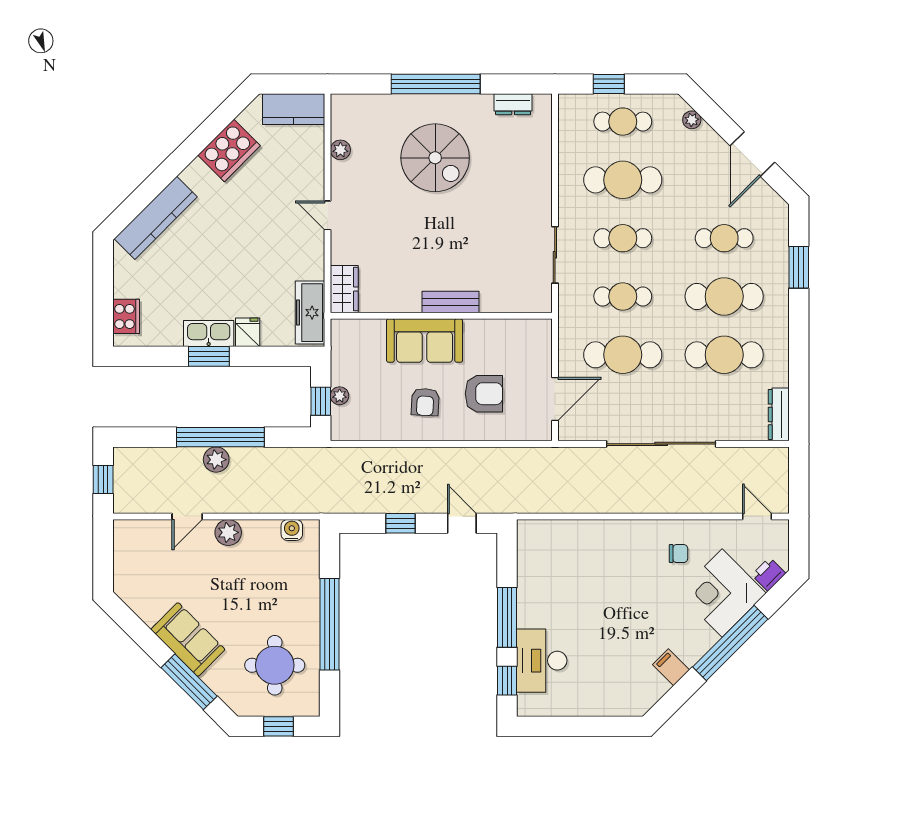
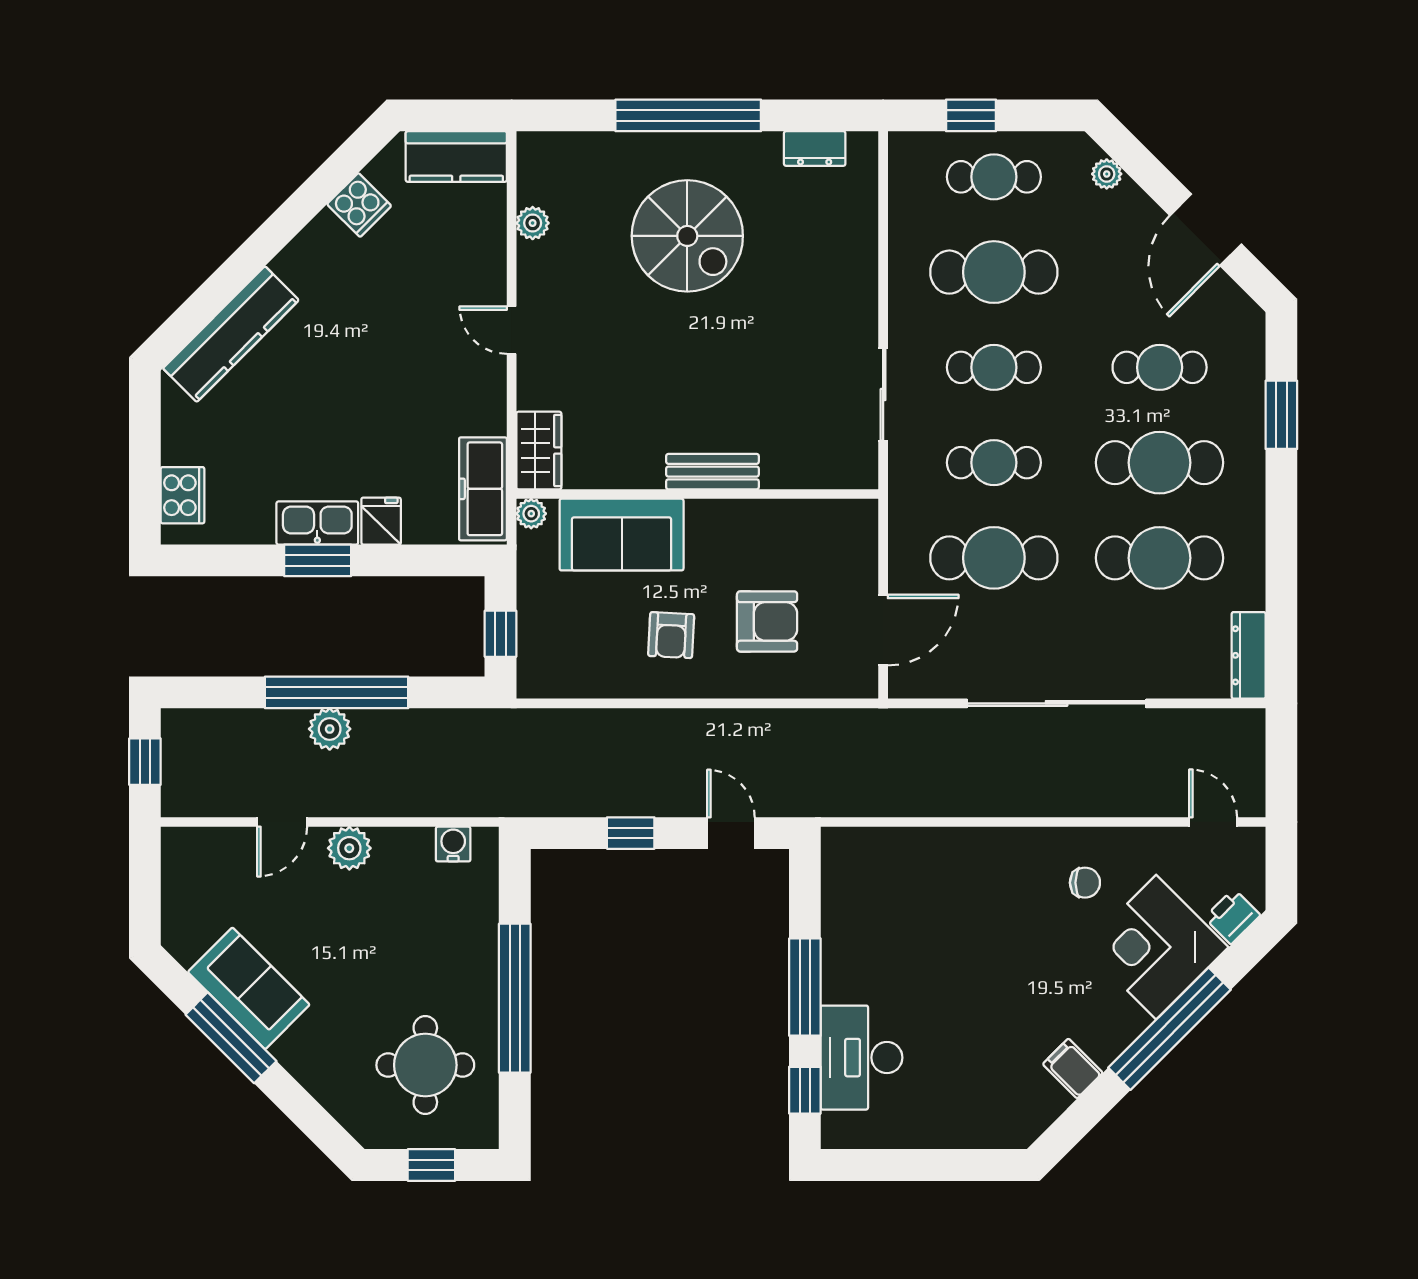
cooker: (229, 150) -> (359, 205), width x0.53, depth x0.76
sofa: (425, 341) -> (622, 535), moved
plant: (340, 396) -> (531, 514), moved
sofa: (188, 639) -> (249, 988), moved
window: (189, 682) -> (231, 1038), moved

